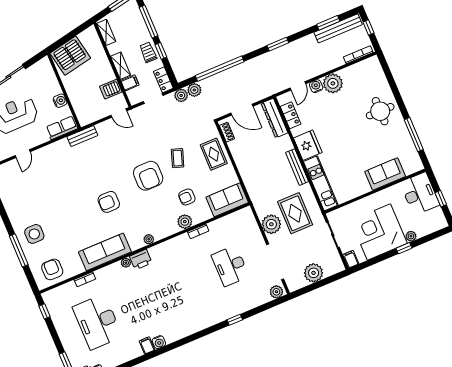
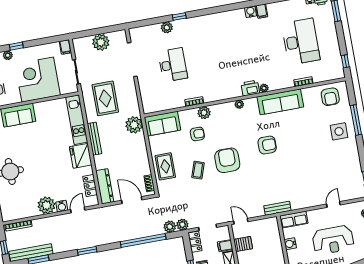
plant: (271, 224) -> (134, 125), moved
corner desk: (379, 232) -> (38, 80), moved, turned 180
plant: (276, 292) -> (167, 27), moved

